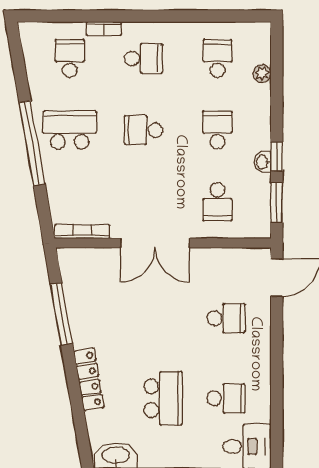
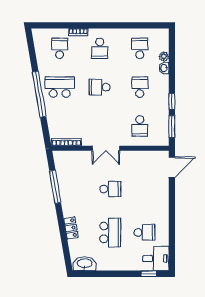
school desk: (144, 58) -> (100, 48), turned 90
washbasin: (262, 162) -> (164, 68), moved
double door: (155, 243) -> (106, 148), width x0.73
school desk: (226, 318) -> (110, 189), moved
locker: (89, 379) -> (71, 228), width x0.66

